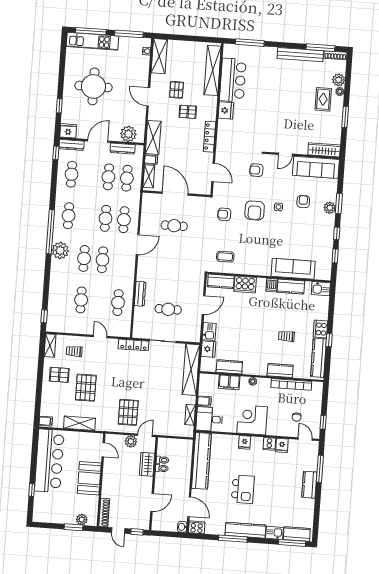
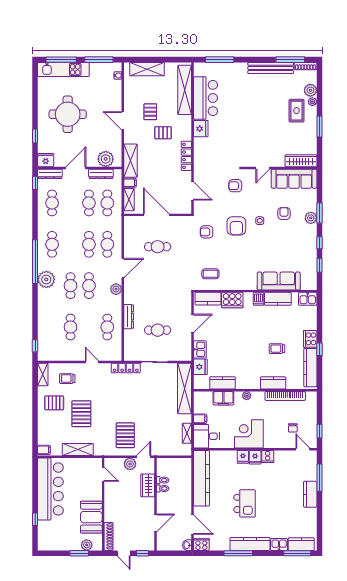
shelving: (159, 56) -> (147, 69), moved, turned 90
plant: (129, 265) -> (116, 289), added
fridge: (282, 445) -> (255, 457), moved
booth: (89, 478) -> (91, 517), moved

